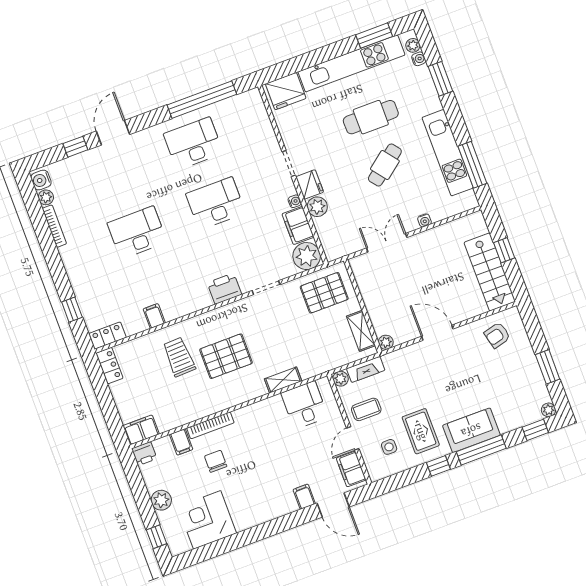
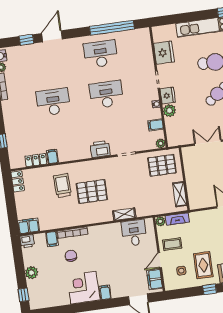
fridge: (286, 91) -> (164, 53), moved, turned -90
filing cabinet: (298, 225) -> (156, 125), width x0.50
plant: (307, 256) -> (161, 143), width x0.53, depth x0.53
locker: (107, 336) -> (36, 160), moved
plant: (386, 342) -> (194, 205), removed
filing cabinet: (304, 497) -> (105, 292), moved
corner desk: (207, 520) -> (83, 288), moved

